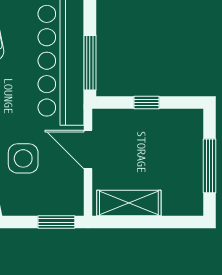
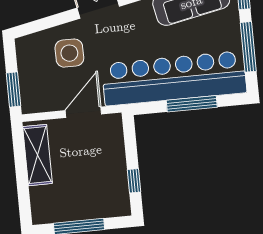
window: (90, 63) -> (192, 104), moved
window: (147, 102) -> (134, 181), moved

